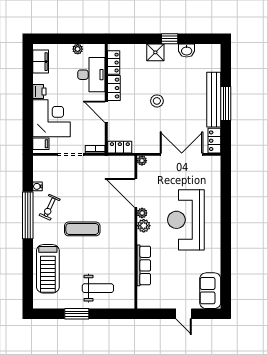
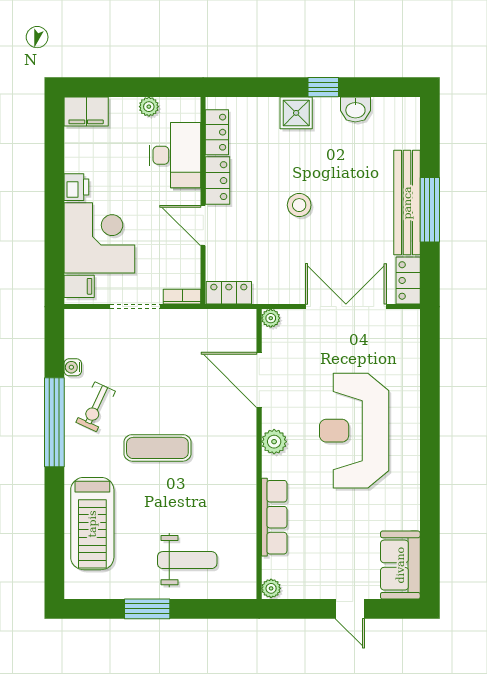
filing cabinet: (41, 62) -> (86, 112), moved, turned 90
plant: (142, 213) -> (271, 588), moved

